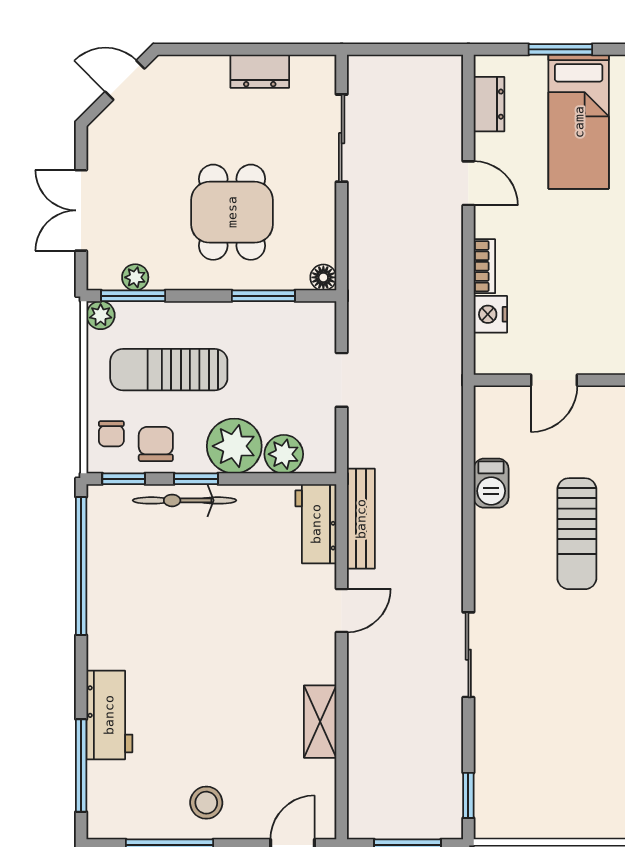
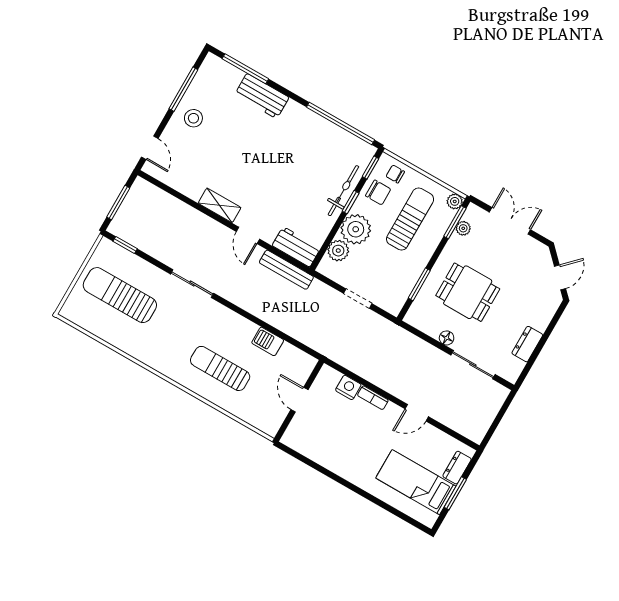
dresser: (489, 104) -> (457, 468), moved, turned 90
floor lamp: (323, 277) -> (447, 338), moved
shelving: (320, 722) -> (220, 205), moved
sun lounger: (552, 758) -> (120, 295), added

